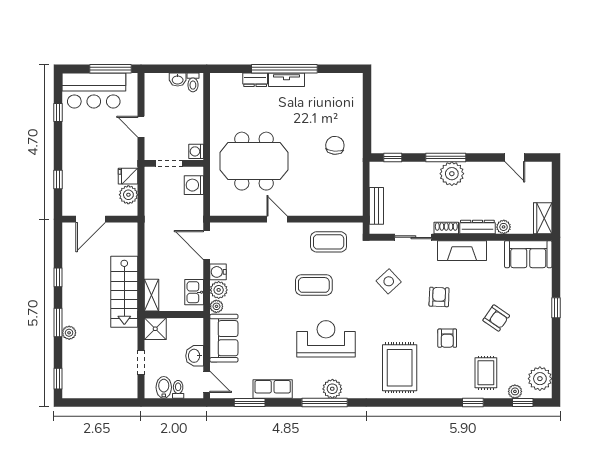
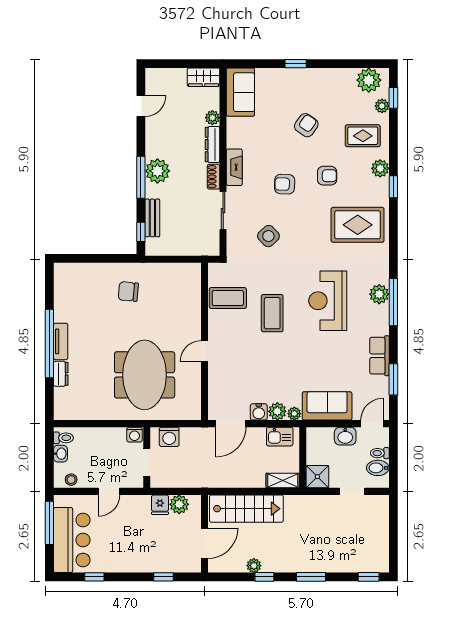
stool: (152, 90) -> (71, 480), added
bench: (376, 206) -> (152, 218), moved, turned 90
door: (91, 219) -> (204, 543), hinge flipped
coffee table: (329, 242) -> (228, 298), turned 90
fireplace: (462, 251) -> (234, 167), width x0.73, depth x0.76
stairs: (124, 292) -> (246, 509), moved
plant: (69, 333) -> (254, 566), moved
plant: (454, 390) -> (380, 168), added
window: (473, 402) -> (393, 187), moved

